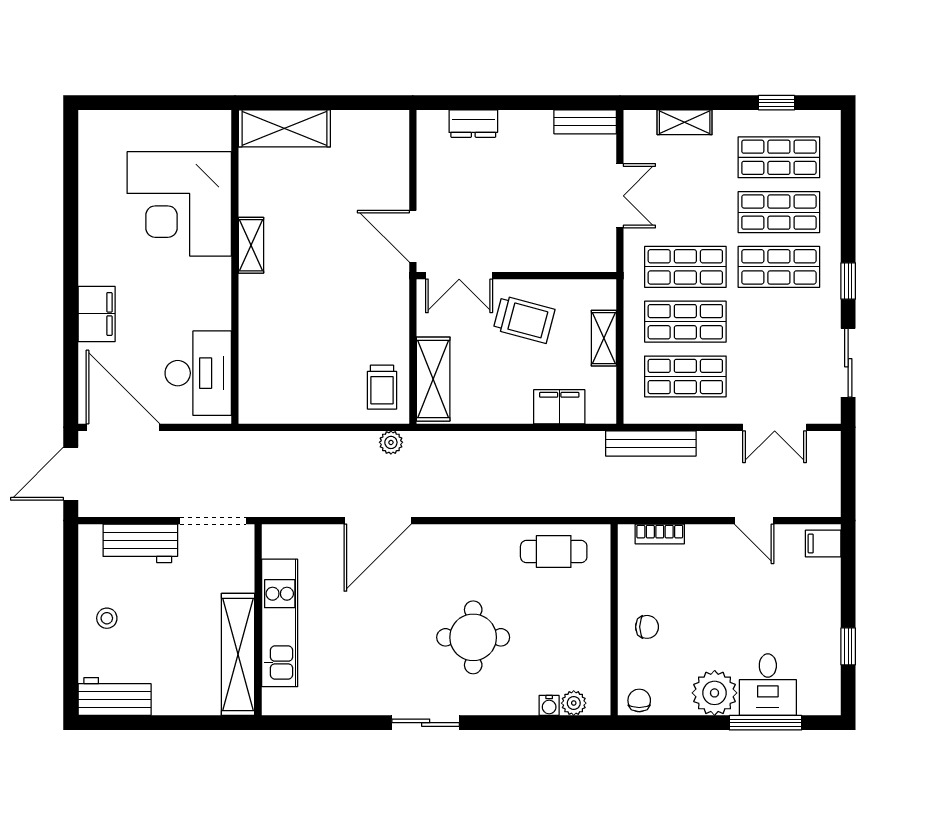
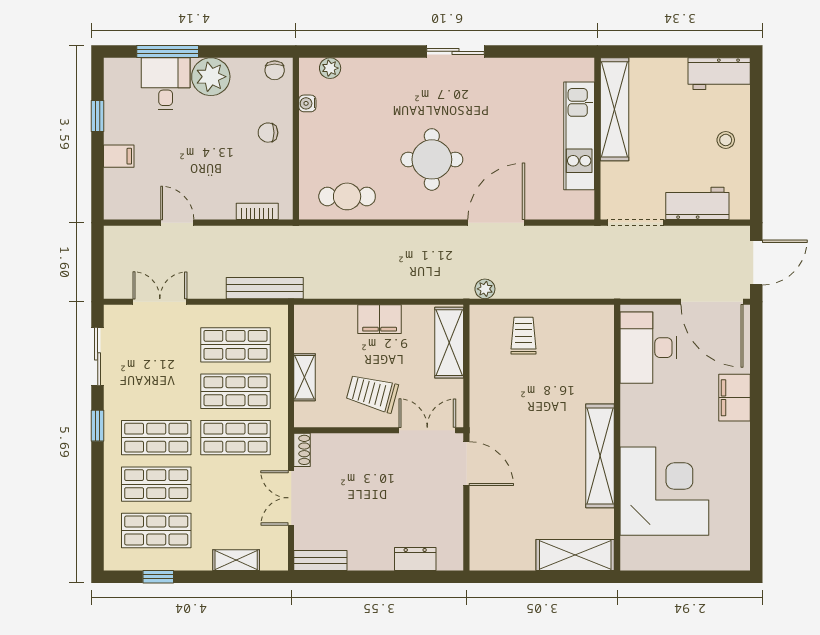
shelving: (251, 245) -> (600, 456), width x2.20, depth x1.33
shoe rack: (607, 252) -> (302, 450), added
trolley: (382, 387) -> (523, 336), moved
filing cabinet: (559, 407) -> (380, 319), moved
filing cabinet: (823, 544) -> (119, 156), moved
round table: (473, 637) -> (432, 159), moved
water cooler: (549, 705) -> (307, 103), moved, turned -90

